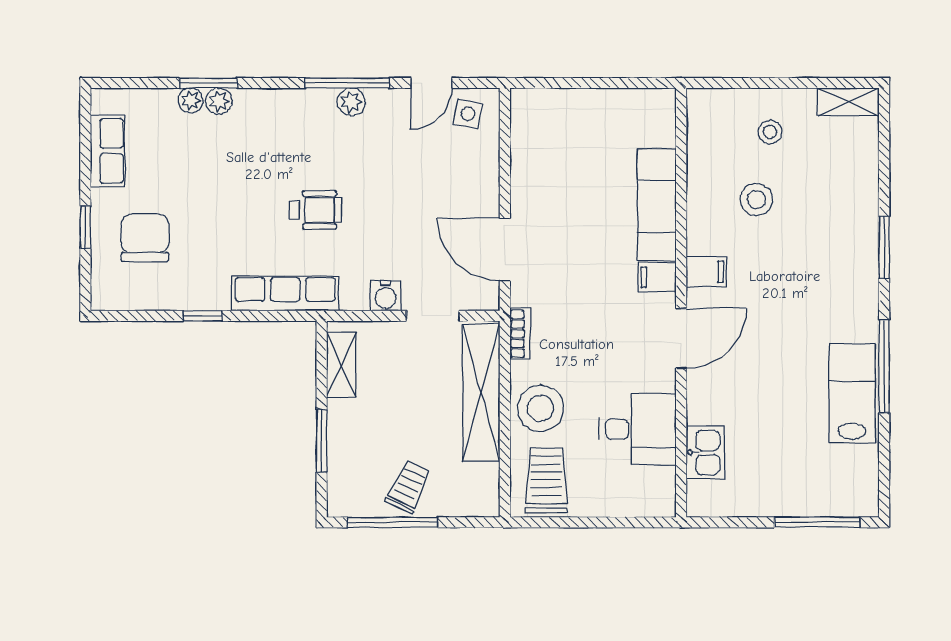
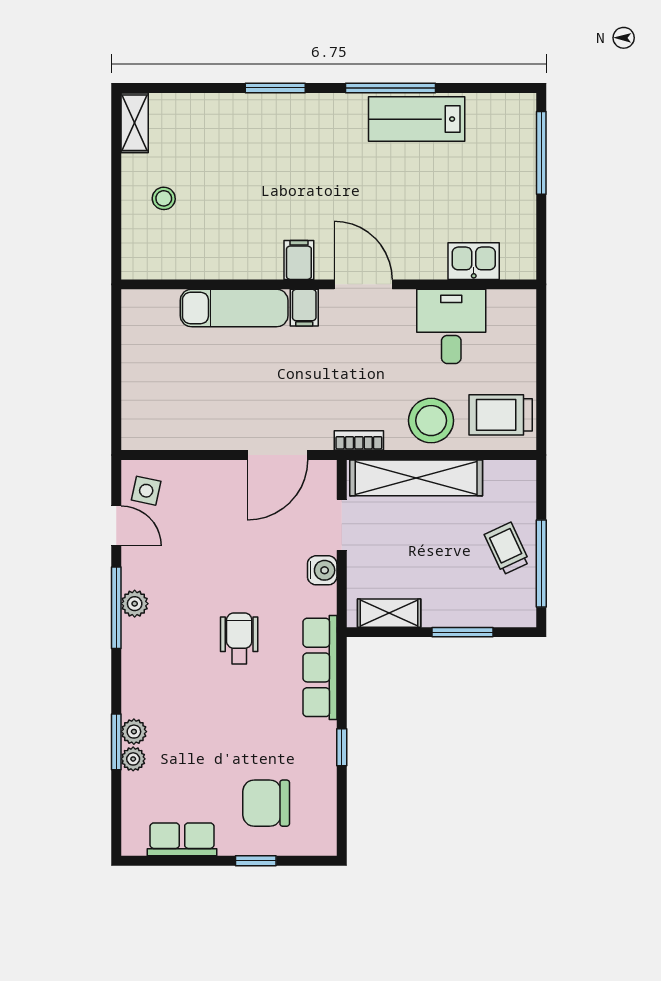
stool: (756, 199) -> (229, 212), removed
trolley: (408, 487) -> (507, 549), turned 40

